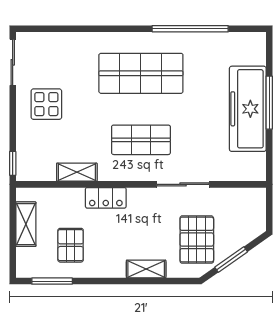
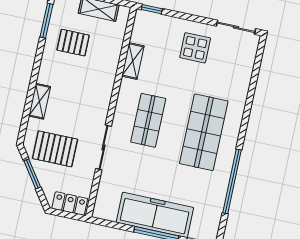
locker: (106, 198) -> (70, 204), moved, turned 90

